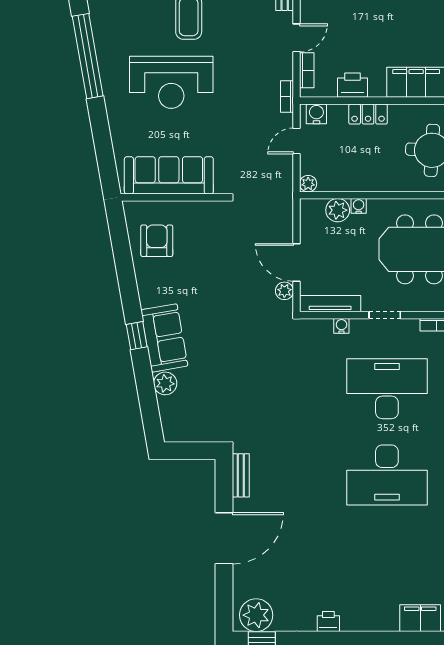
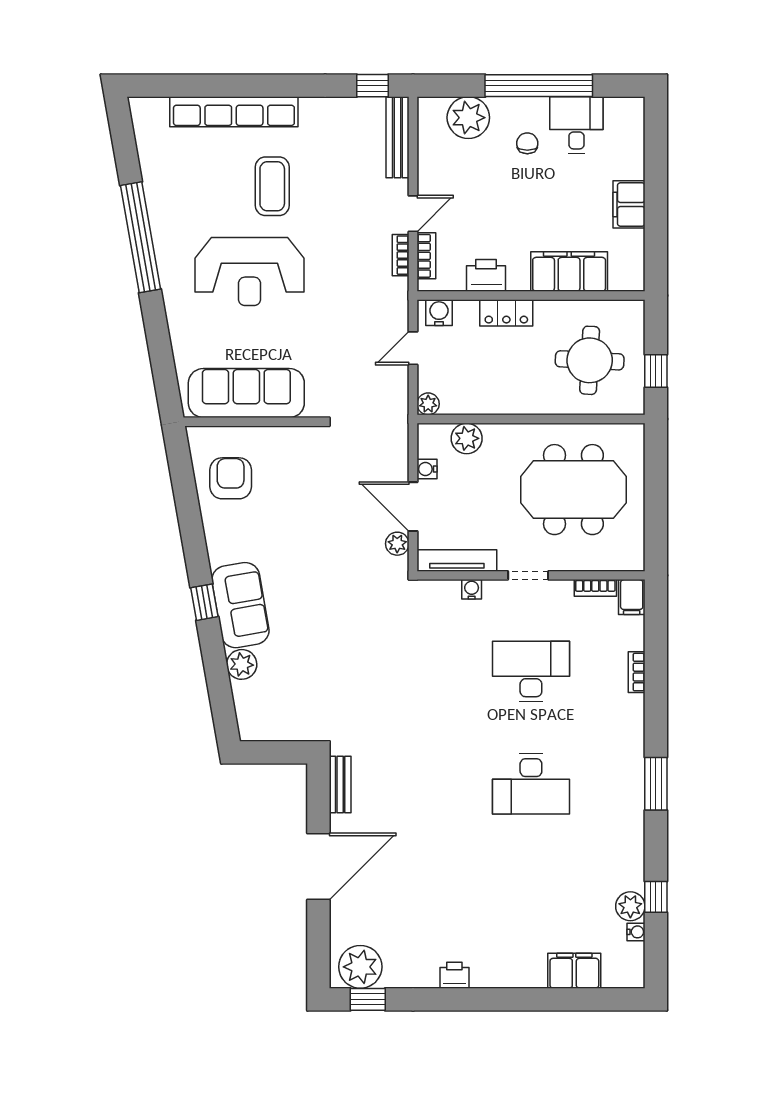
bookcase: (287, 97) -> (401, 255), moved
water cooler: (359, 206) -> (427, 469), moved, turned -90
desk: (387, 389) -> (531, 671), width x0.73, depth x0.77
desk: (387, 475) -> (531, 784), width x0.73, depth x0.77

